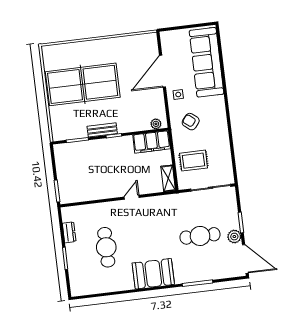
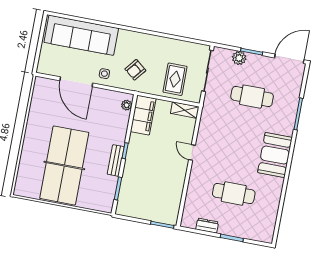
cafe table: (200, 236) -> (252, 97), turned 90
plant: (234, 237) -> (239, 58), moved

